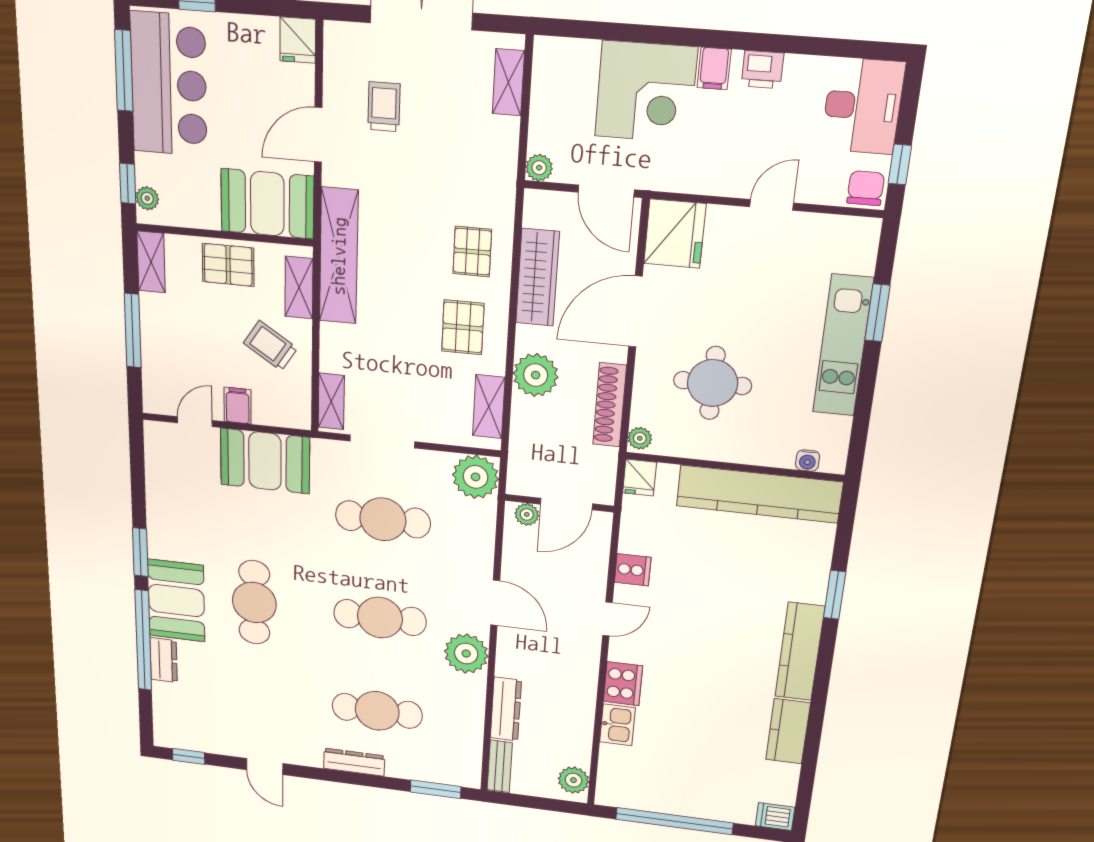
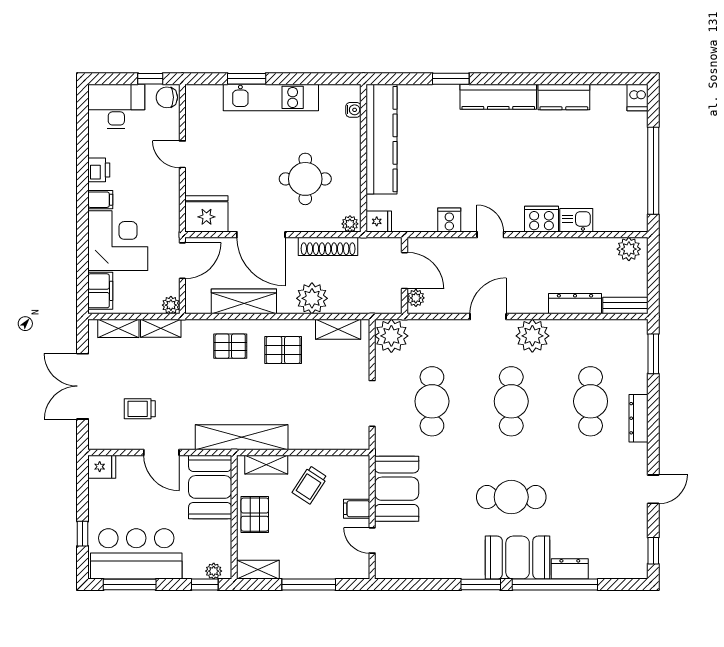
filing cabinet: (569, 58) -> (100, 291), added
shelving: (331, 401) -> (161, 328), moved

